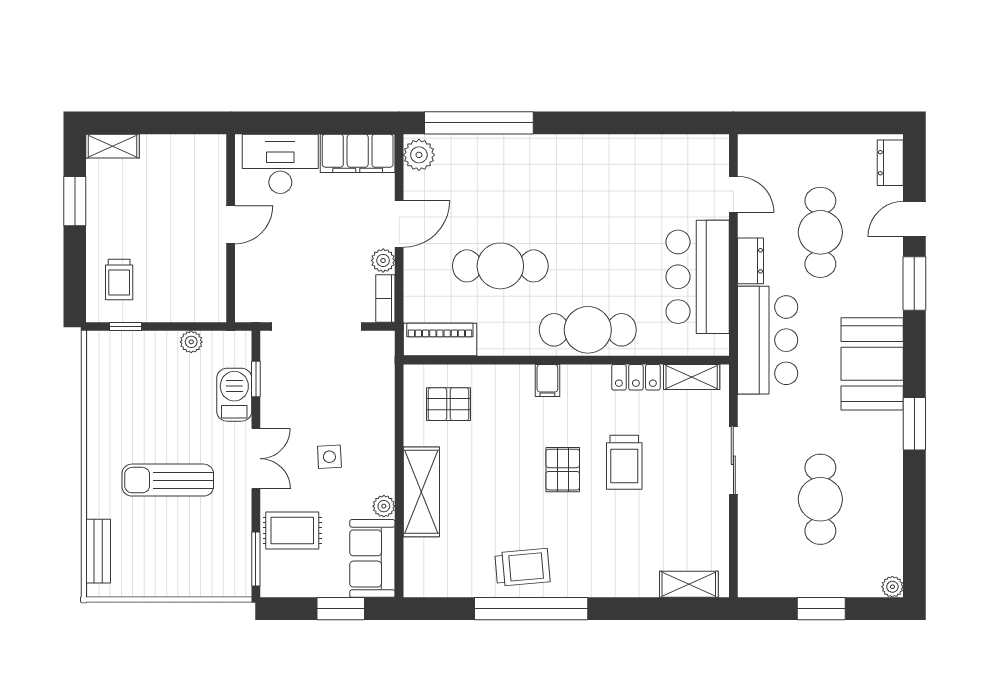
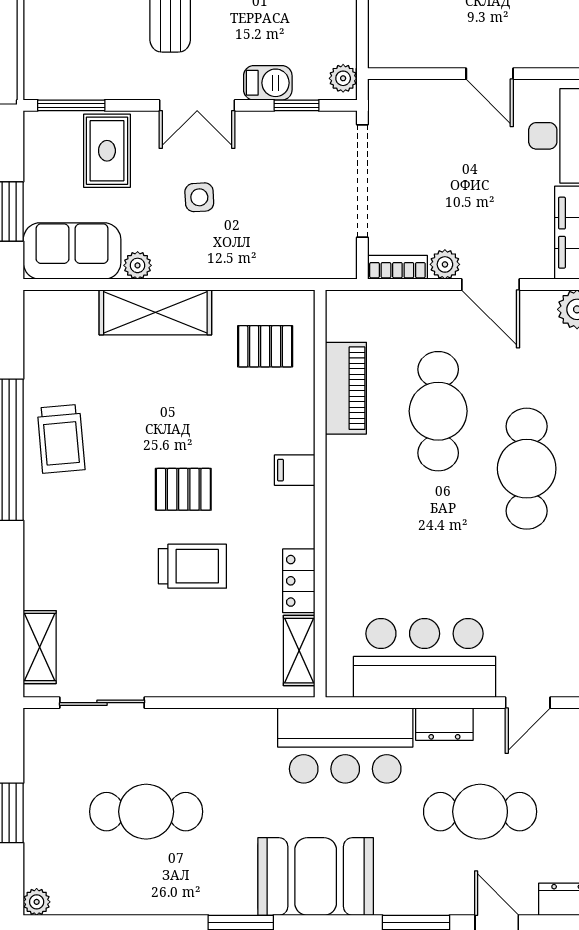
cafe table: (588, 330) -> (527, 469), moved
piano: (440, 340) -> (346, 388), moved
plant: (191, 342) -> (343, 78), moved
barbecue: (234, 395) -> (268, 83), width x0.73, depth x0.79
pallet: (449, 404) -> (265, 346), turned 90
sliding door: (733, 460) -> (102, 703), moved
trolley: (624, 462) -> (192, 566), turned 180

